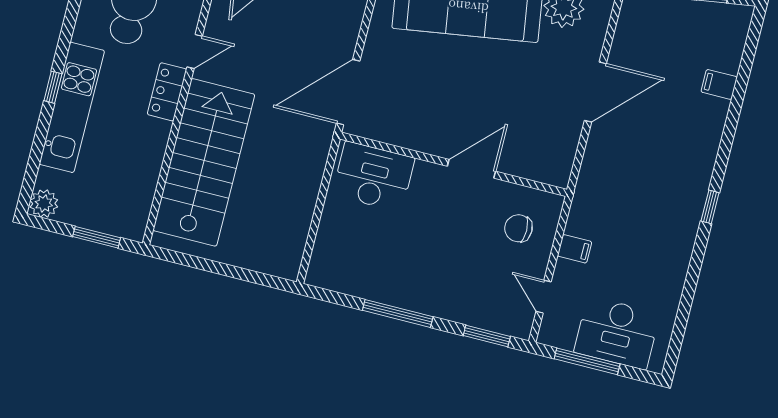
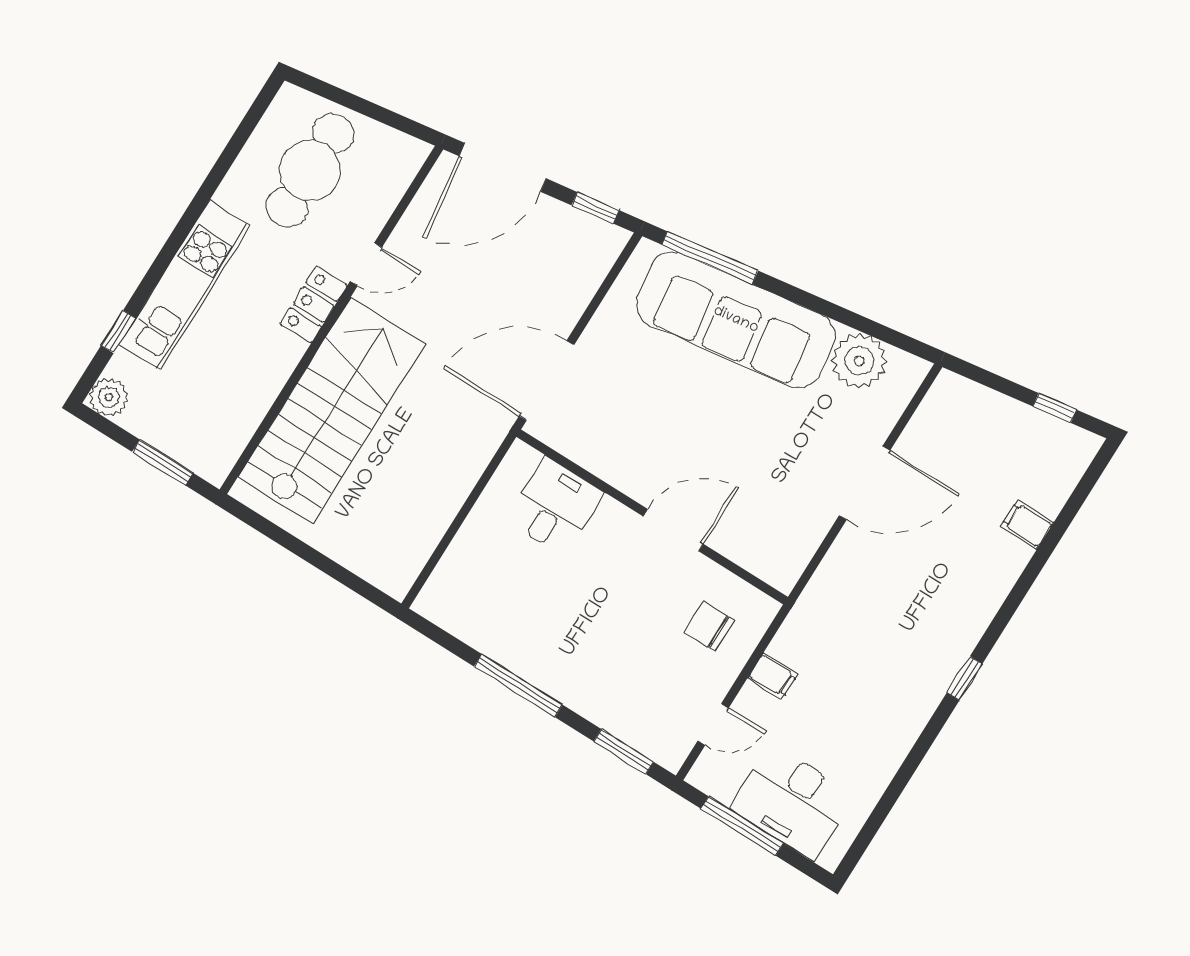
window: (53, 87) -> (118, 332), moved
desk: (373, 177) -> (555, 506), width x0.73
door: (544, 297) -> (713, 725), swing flipped

